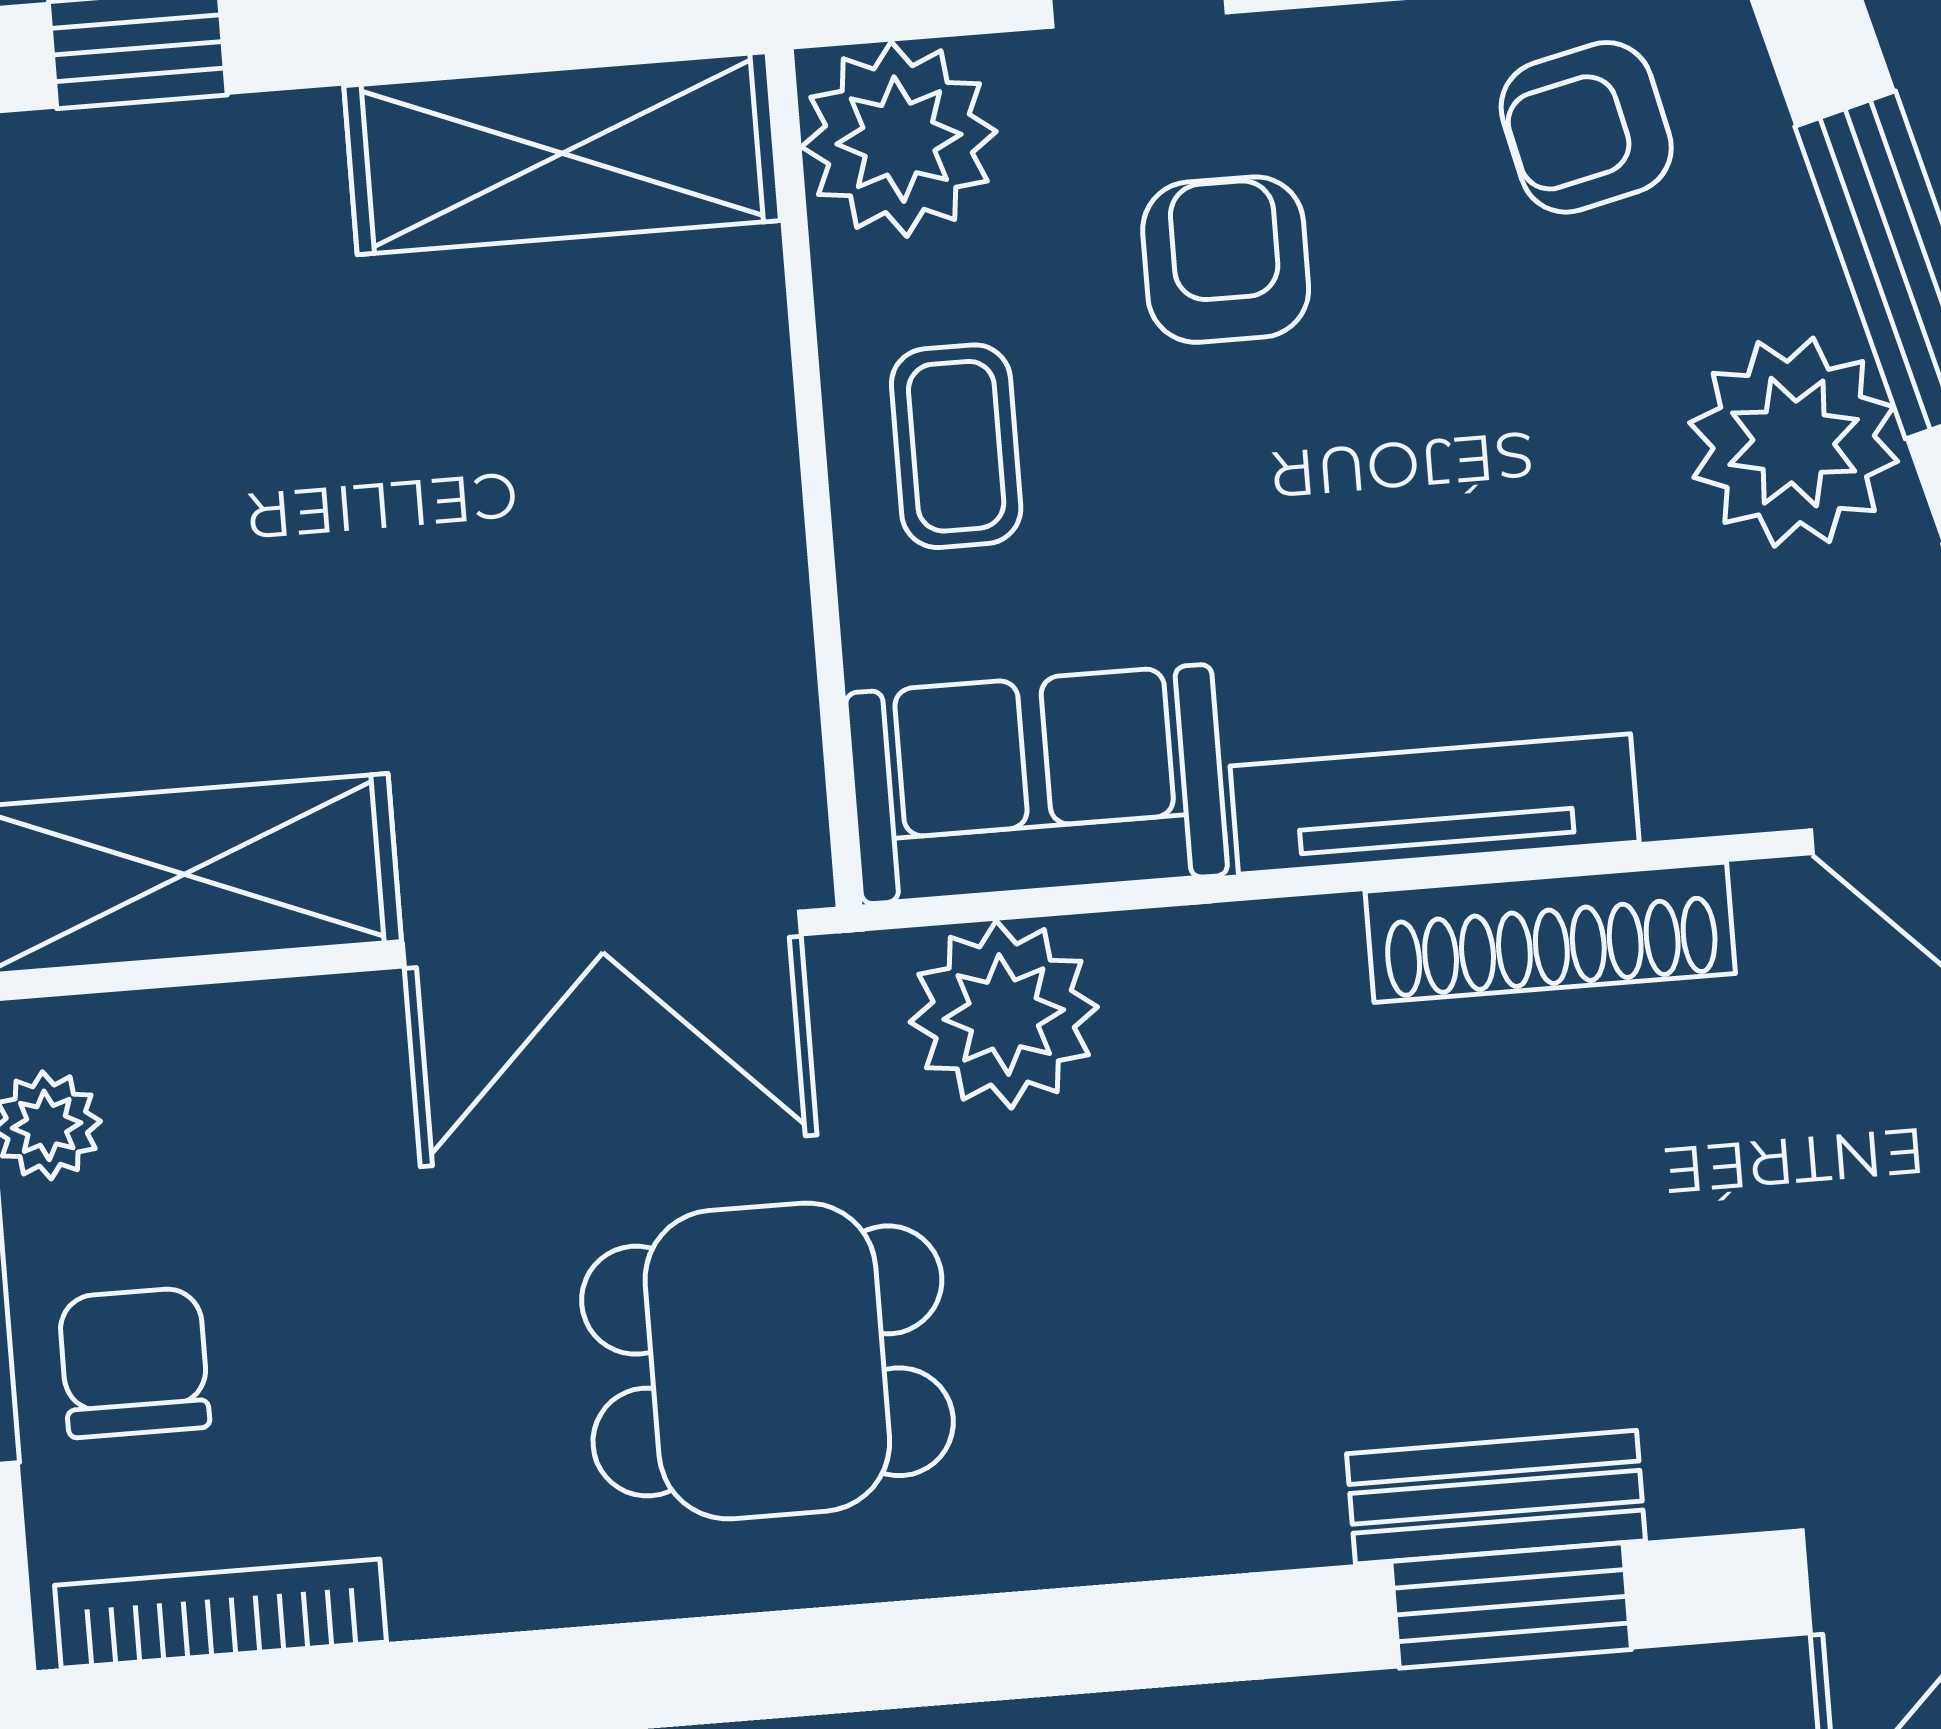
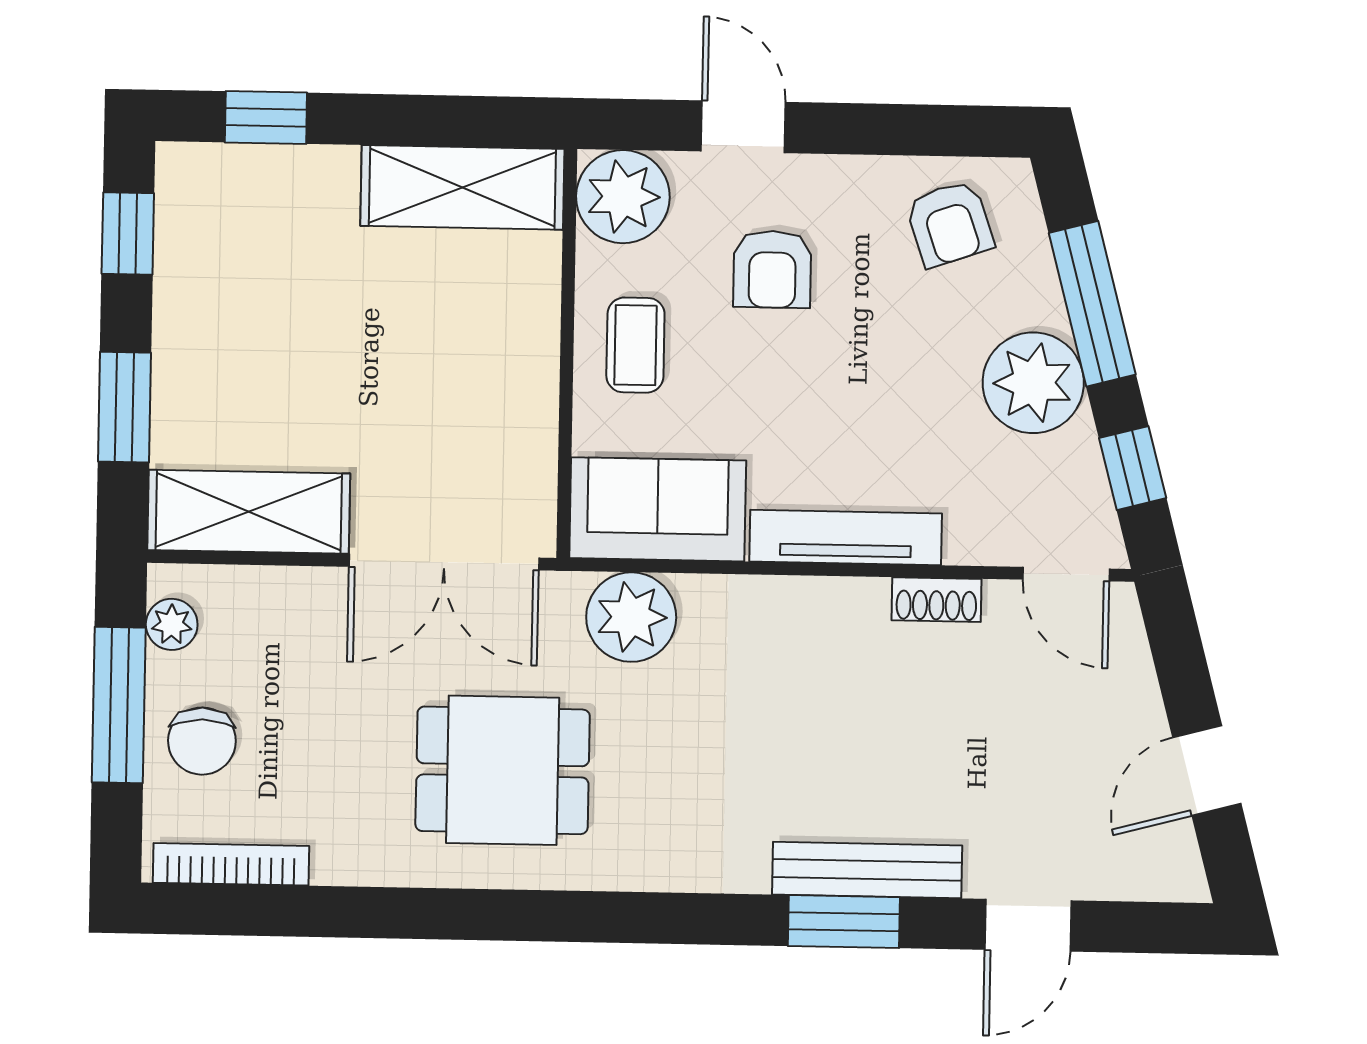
armchair: (1586, 127) -> (950, 224), turned -96
armchair: (1226, 260) -> (772, 269), turned 180
shoe rack: (1550, 932) -> (936, 600), width x0.51, depth x0.81
chair: (134, 1362) -> (202, 741), turned 180
bench: (1496, 1497) -> (867, 870), width x1.36

